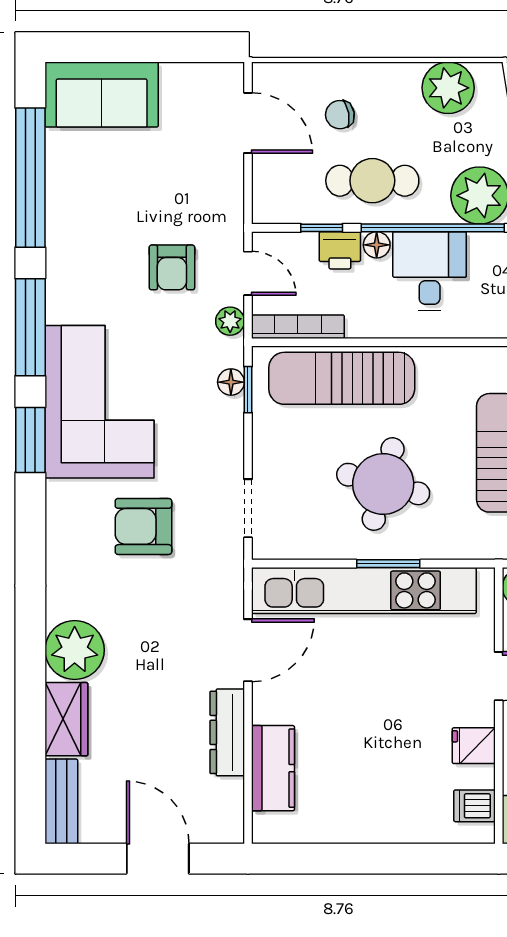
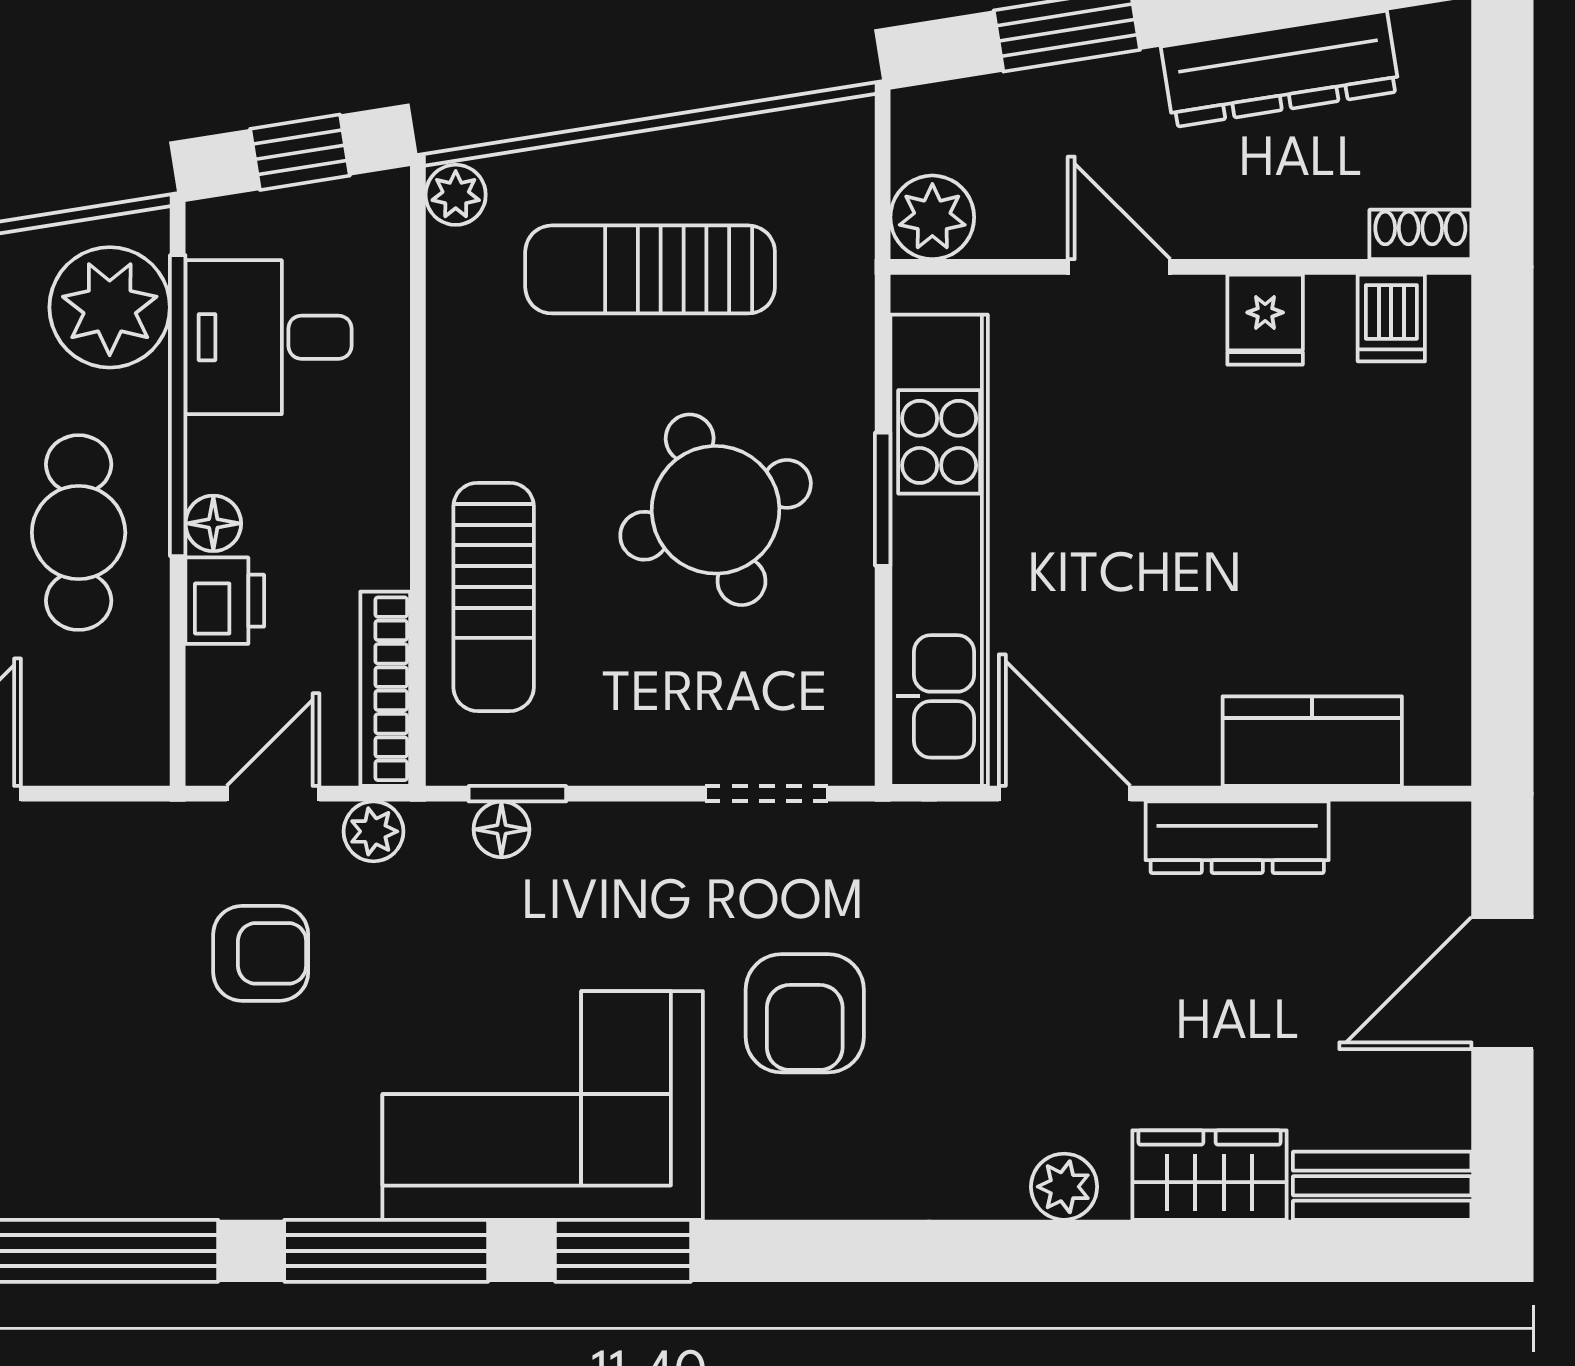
window: (322, 228) -> (178, 639), removed
desk: (430, 271) -> (268, 337), moved
sun lounger: (342, 378) -> (494, 597), width x0.73, depth x0.75
round table: (383, 484) -> (716, 510), turned -35
plant: (75, 650) -> (1064, 1187), width x0.53, depth x0.53

